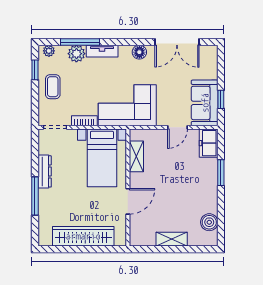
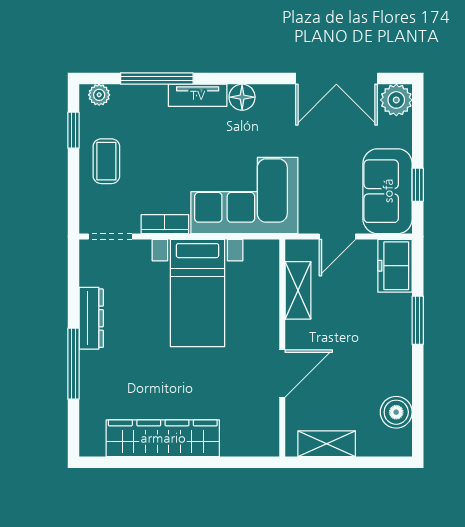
floor lamp: (139, 52) -> (242, 97), moved
plant: (76, 54) -> (396, 100), moved
shelving: (136, 156) -> (298, 290), moved
wall: (128, 188) -> (282, 348), moved
door: (128, 201) -> (282, 373), moved

